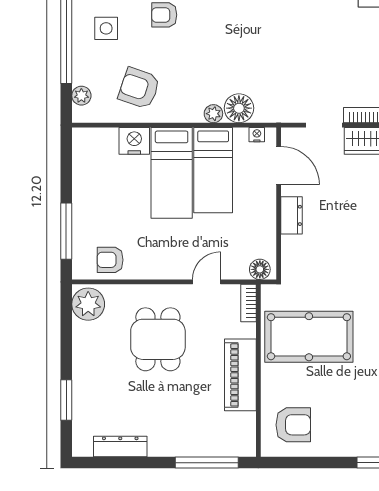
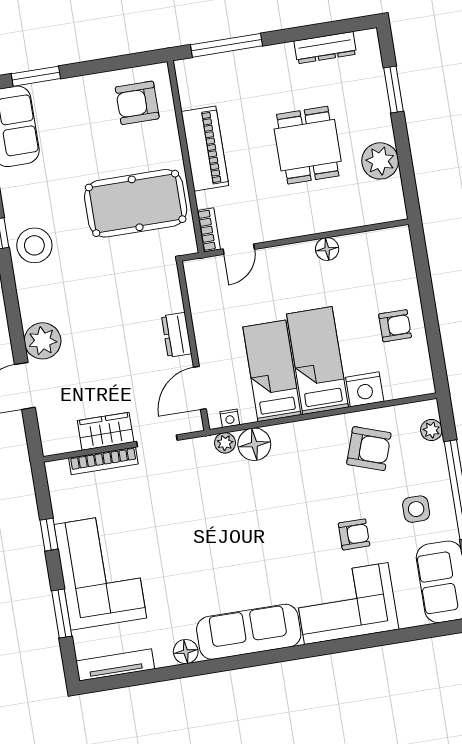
plant: (213, 114) -> (225, 443), moved
door: (279, 165) -> (200, 388), hinge flipped
window: (66, 231) -> (424, 277), removed
armchair: (110, 260) -> (395, 326), moved
floor lamp: (260, 269) -> (327, 249), moved
door: (207, 282) -> (239, 249), moved
plant: (88, 304) -> (380, 161), moved
dining table: (158, 339) -> (308, 145), moved

